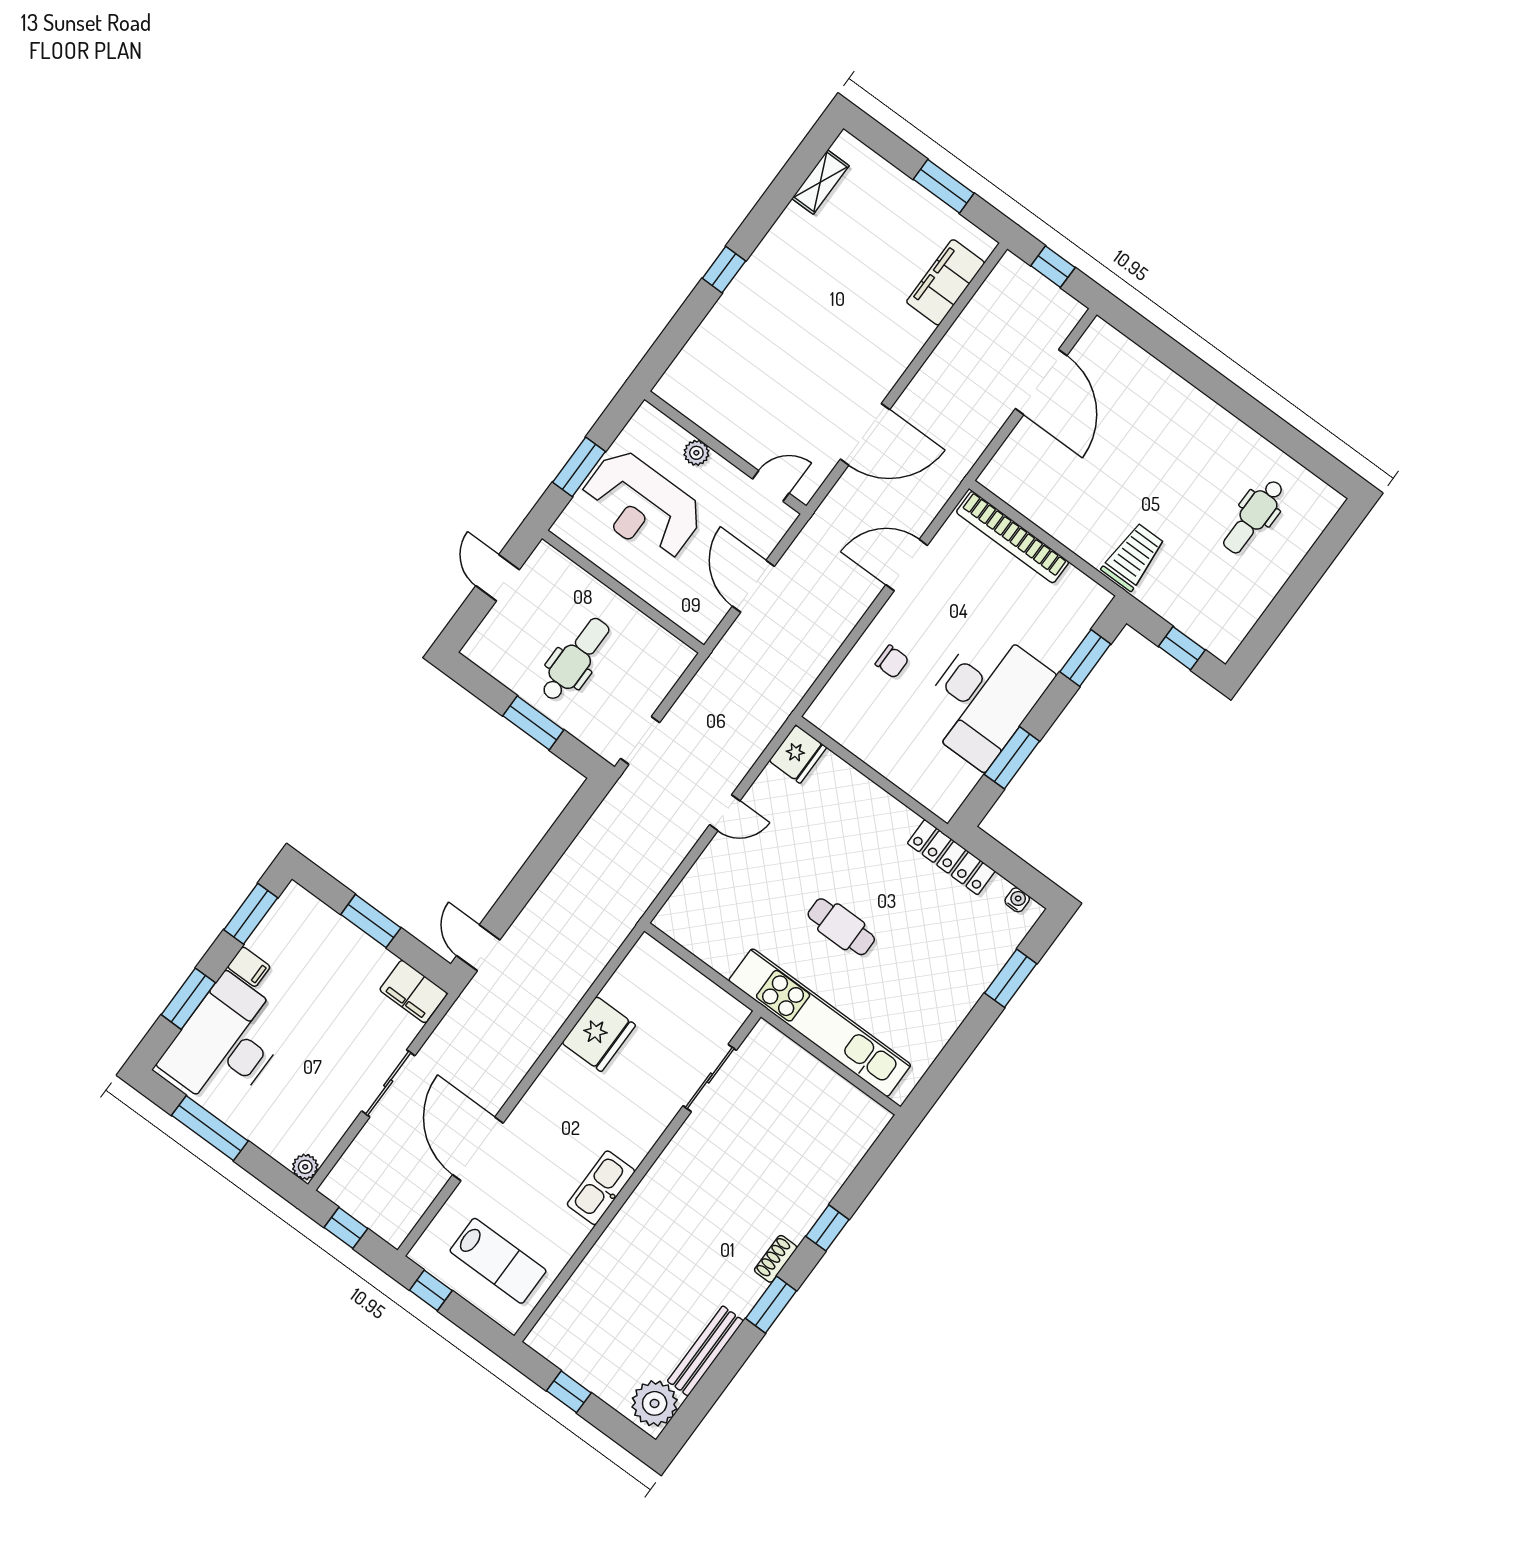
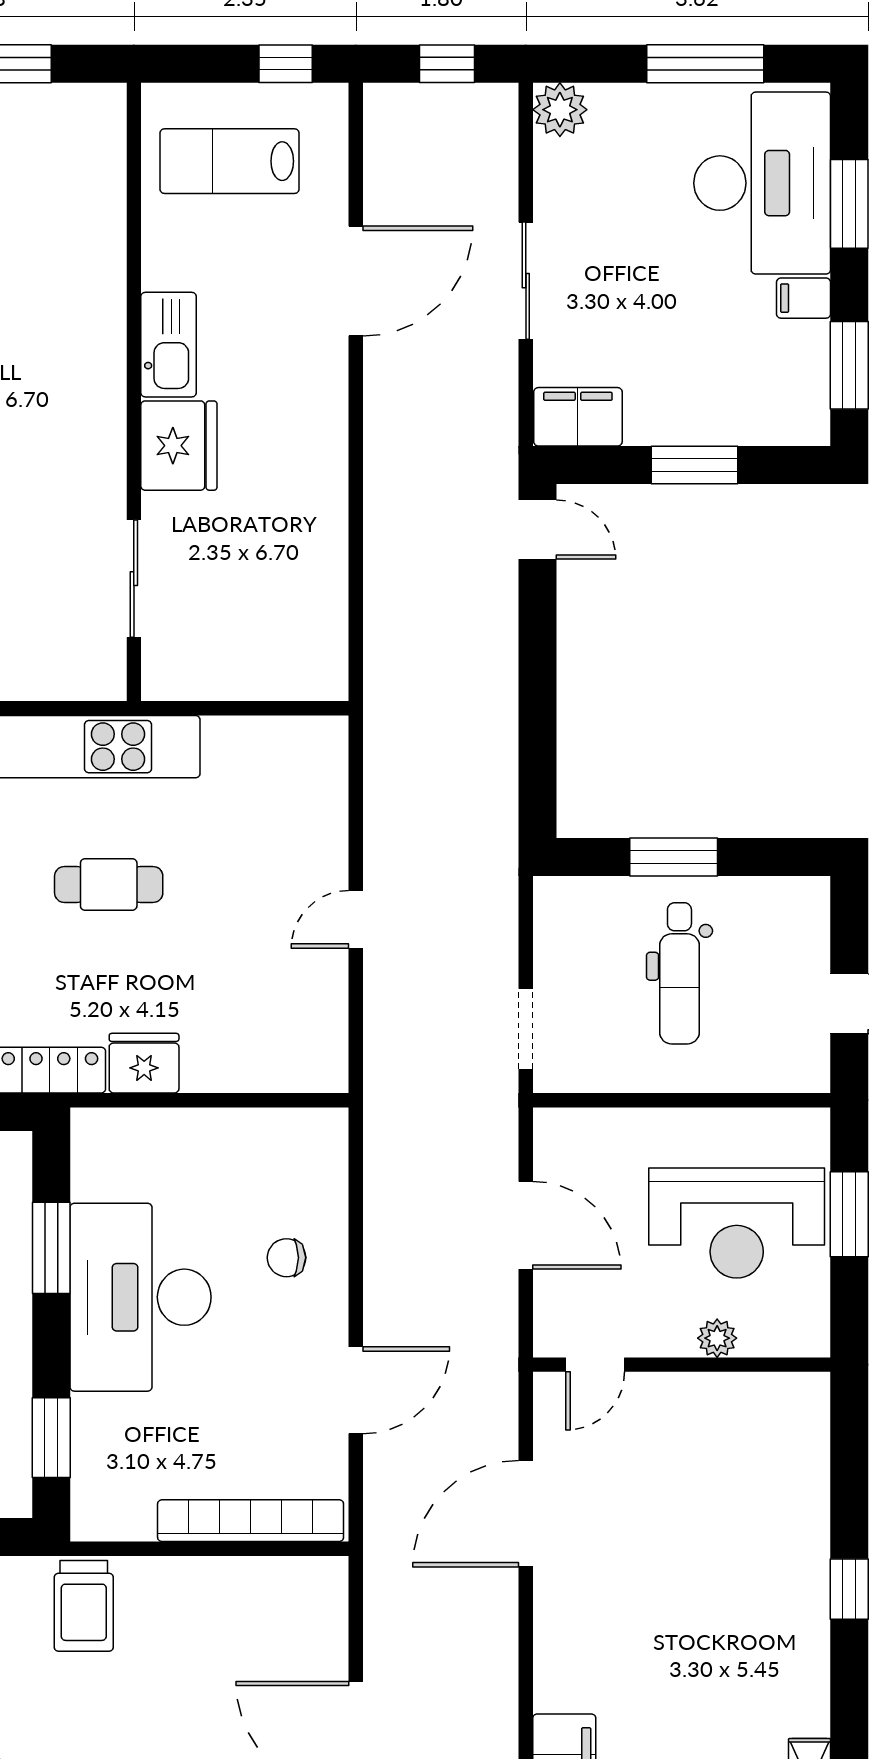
reception desk: (642, 506) -> (737, 1223), turned 180
doorway: (640, 740) -> (526, 1029), moved
fridge: (798, 754) -> (144, 1063), moved, turned 90
fridge: (599, 1034) -> (179, 446), moved, turned 180
door: (478, 1149) -> (356, 281), hinge flipped
plant: (305, 1167) -> (560, 110), width x1.38, depth x1.38

